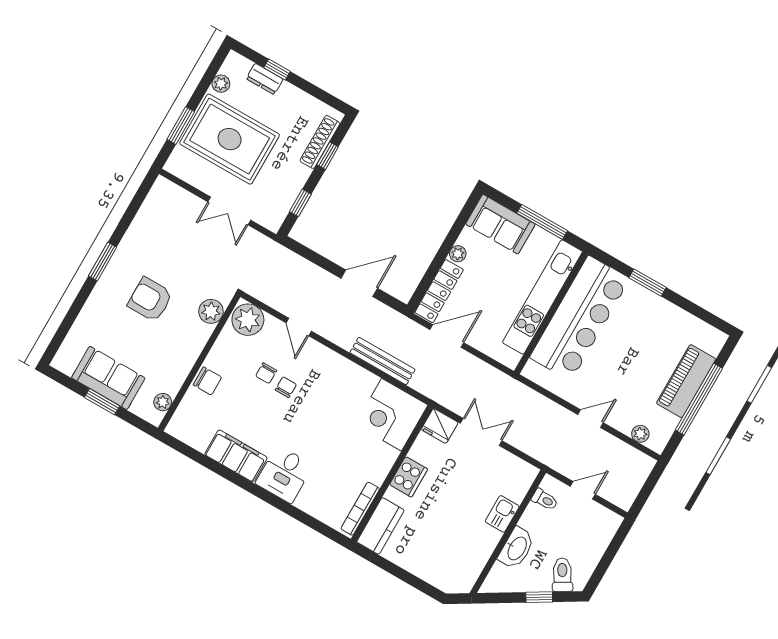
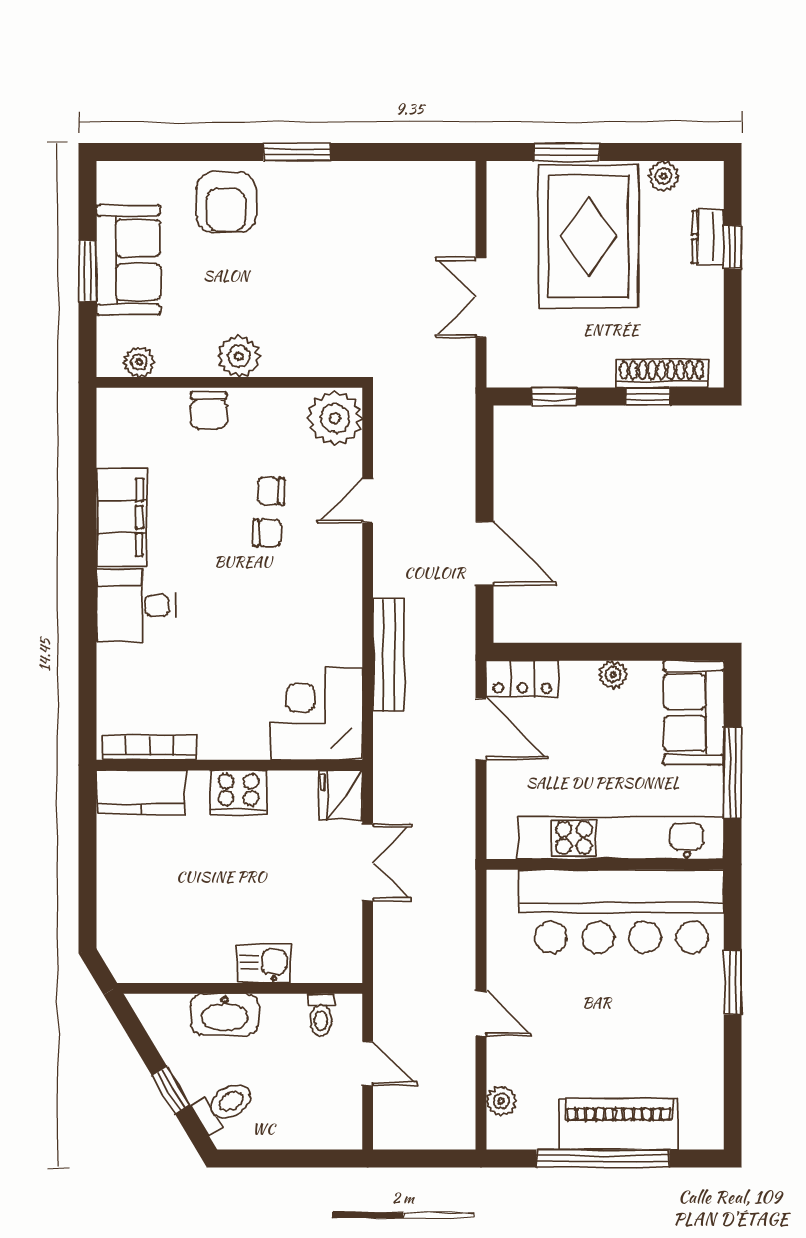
locker: (439, 291) -> (522, 679), width x0.66
armchair: (150, 299) -> (226, 202), moved, turned 180
plant: (211, 311) -> (239, 356), moved

